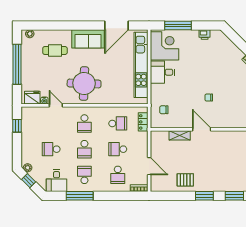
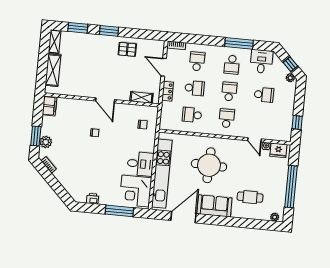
round table: (84, 83) -> (209, 165), moved
locker: (143, 122) -> (168, 91), moved
shelving: (180, 135) -> (141, 97), moved

